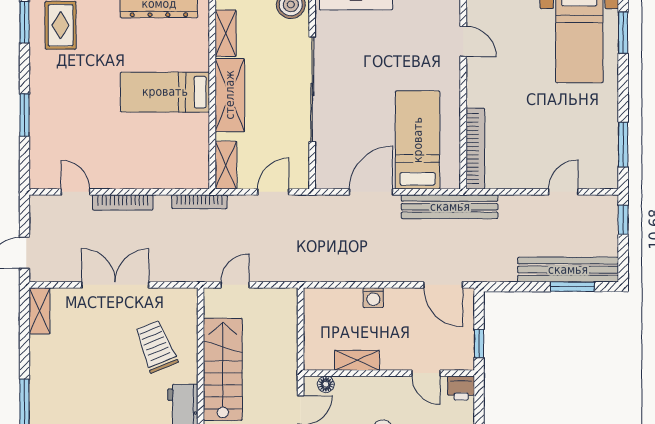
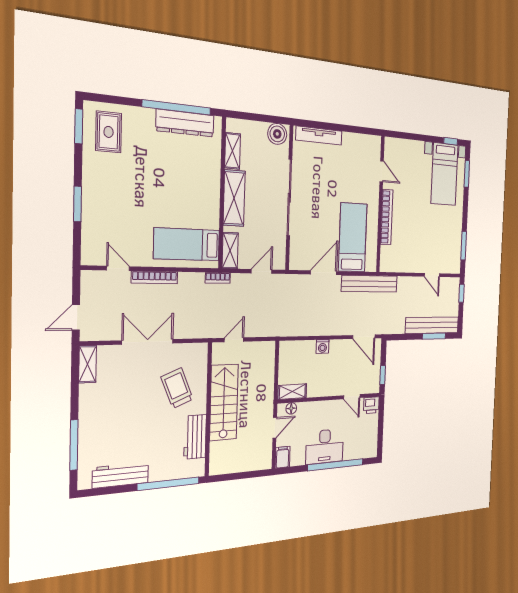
bed: (165, 92) -> (187, 244), moved
bookcase: (475, 149) -> (387, 217), moved
door: (563, 192) -> (432, 275), swing flipped
bookcase: (199, 202) -> (218, 278), width x0.64
shelving: (357, 360) -> (292, 392), moved

